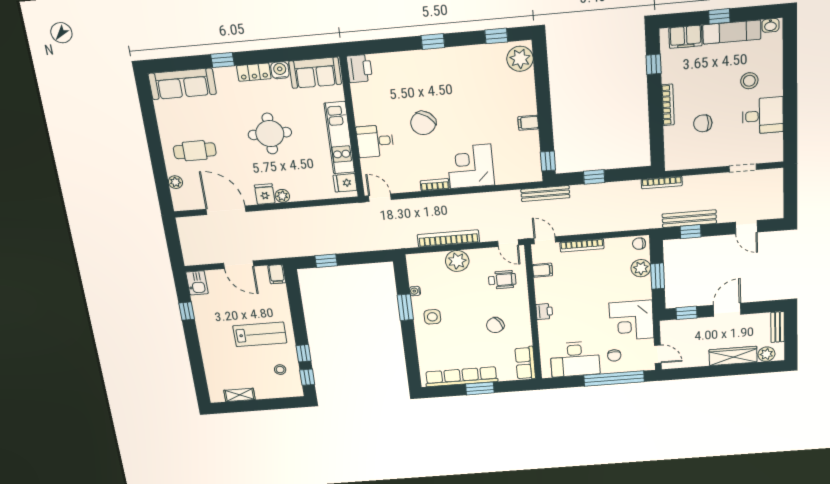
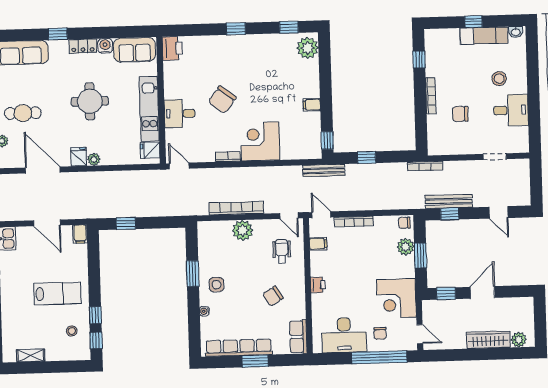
filing cabinet: (685, 37) -> (446, 37), removed
wheelchair: (502, 280) -> (282, 251), turned -90
water cooler: (415, 291) -> (204, 311), moved
bench: (778, 327) -> (528, 312), removed

